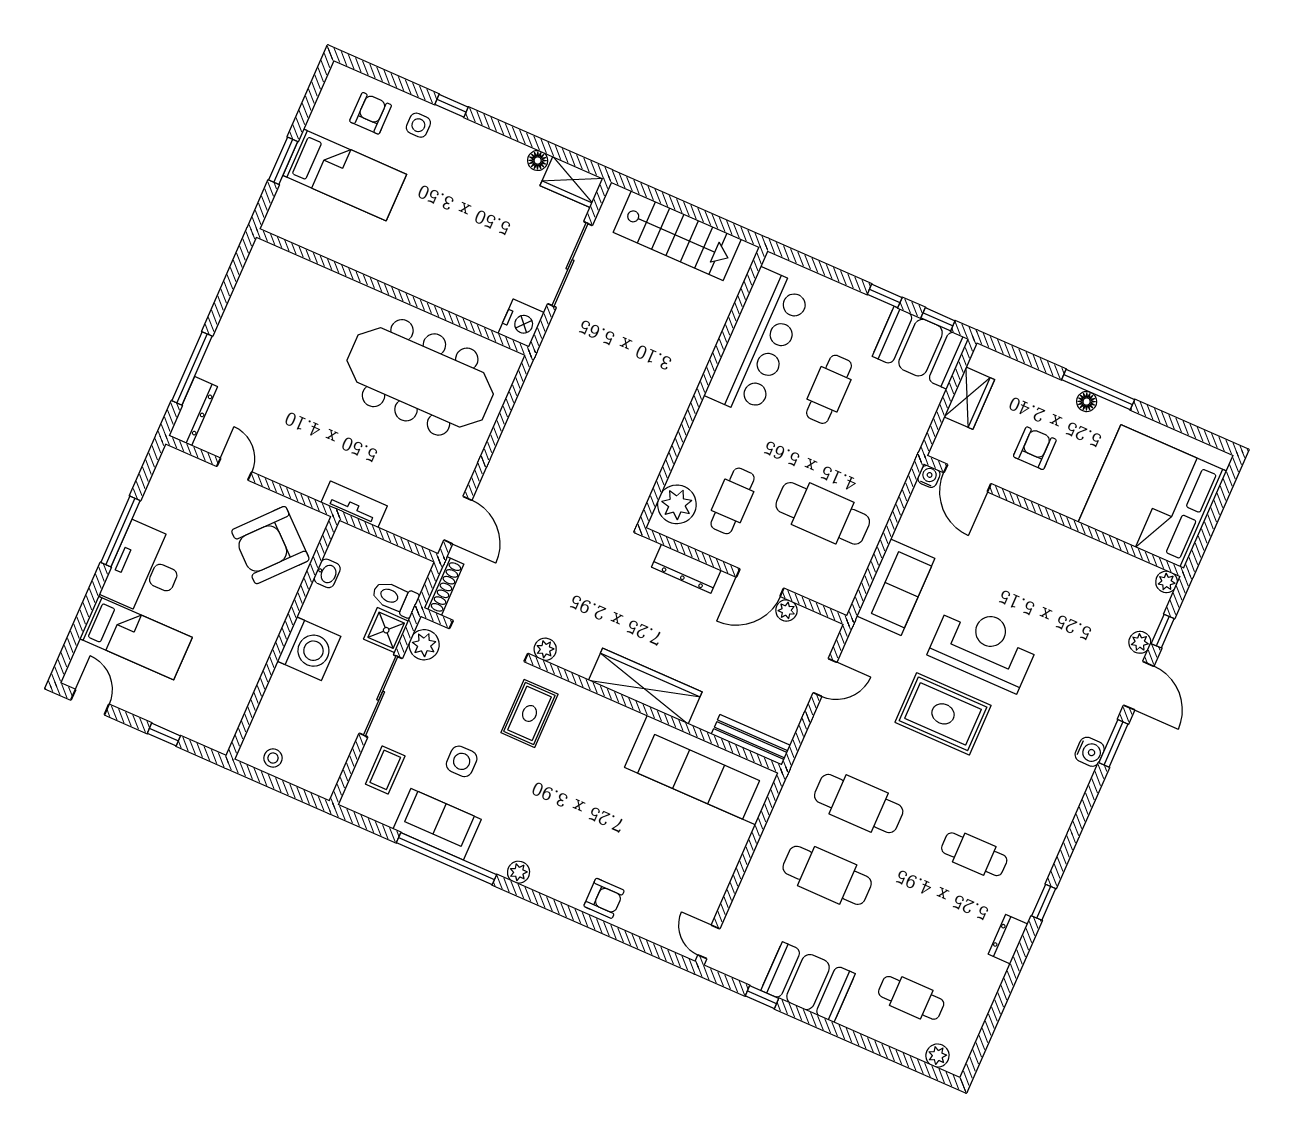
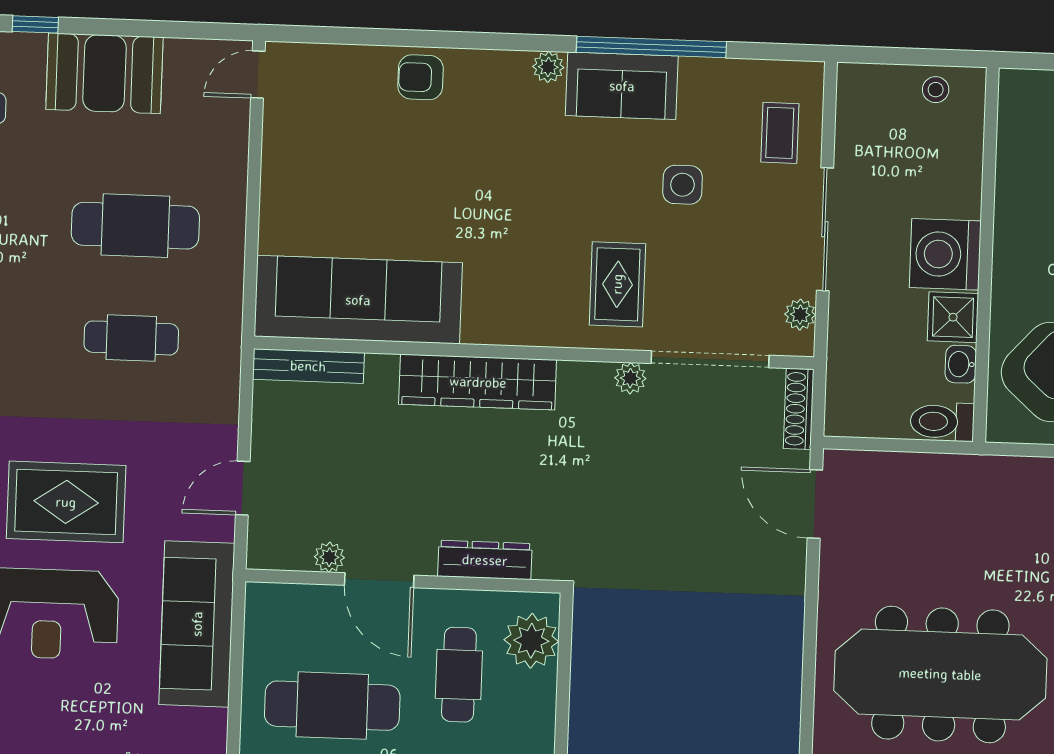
tv unit: (354, 504) -> (961, 470), removed
door: (760, 583) -> (379, 580), swing flipped
sofa: (896, 587) -> (197, 624), width x1.36
toilet: (395, 598) -> (942, 422), moved, turned 180
shower: (386, 630) -> (953, 317), moved
plant: (424, 645) -> (800, 315), width x0.73, depth x0.73
cafe table: (859, 804) -> (131, 338), width x0.73, depth x0.74
sofa: (437, 824) -> (622, 86), moved
door: (709, 942) -> (258, 75), swing flipped
window: (762, 997) -> (35, 24), moved

